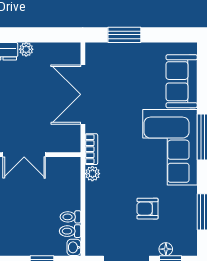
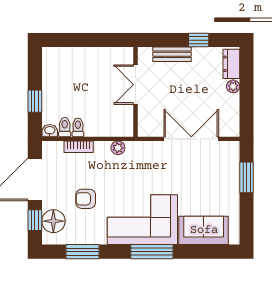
bookcase: (91, 149) -> (79, 147), moved
armchair: (147, 209) -> (86, 199), turned -90
floor lamp: (166, 249) -> (53, 221), width x1.89, depth x1.89

